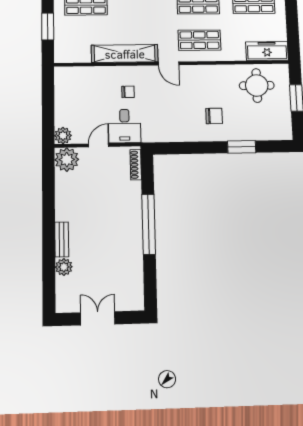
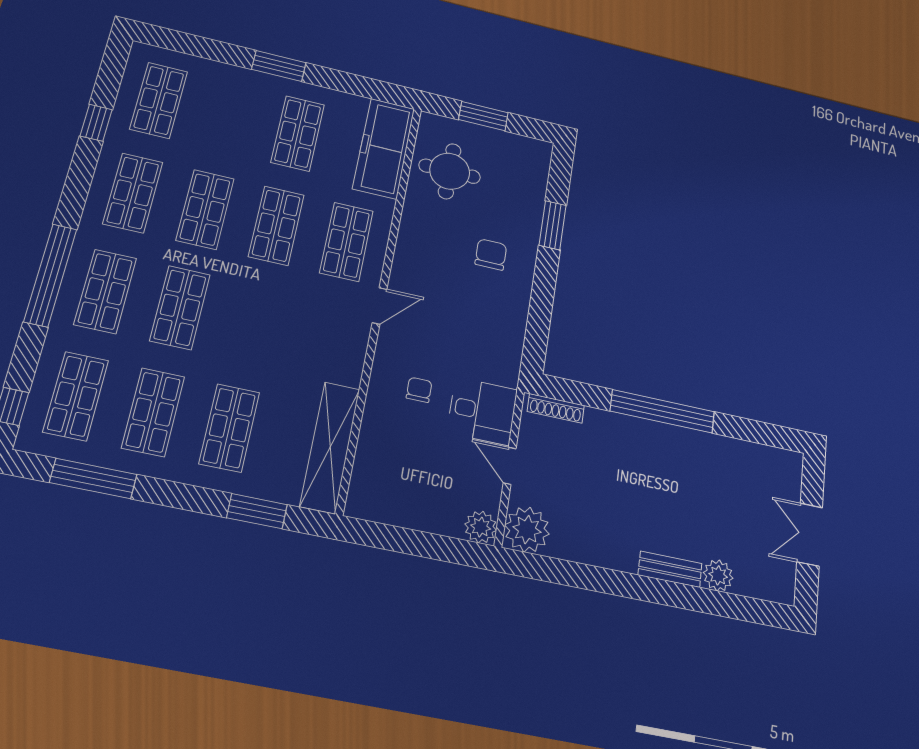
freezer: (267, 51) -> (384, 148), width x1.36, depth x1.26
shelving: (125, 54) -> (330, 447), moved

